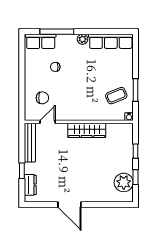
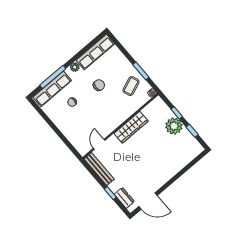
row of seats: (41, 41) -> (52, 89), width x1.48
chair: (42, 98) -> (99, 85), moved
plant: (124, 182) -> (174, 126), moved
door: (69, 205) -> (148, 201), moved

